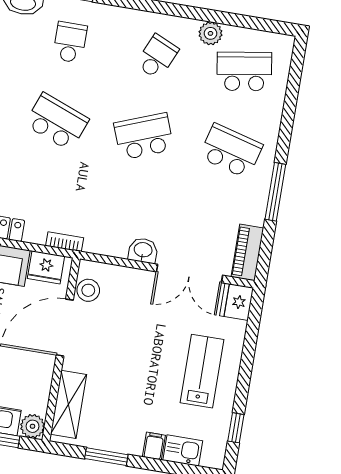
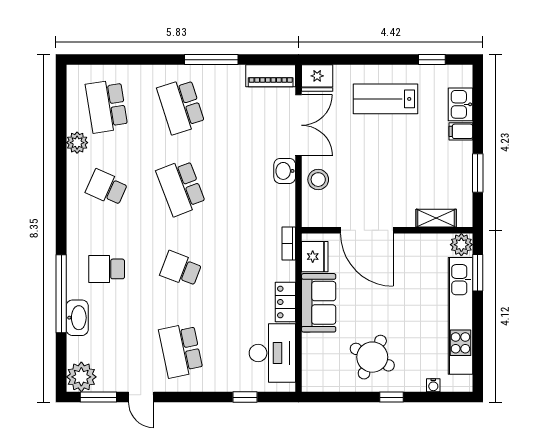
school desk: (57, 122) -> (181, 269), width x0.54
school desk: (231, 151) -> (181, 106), turned -33
stool: (88, 290) -> (318, 180), moved
shelving: (69, 404) -> (436, 218), width x0.67, depth x0.75

